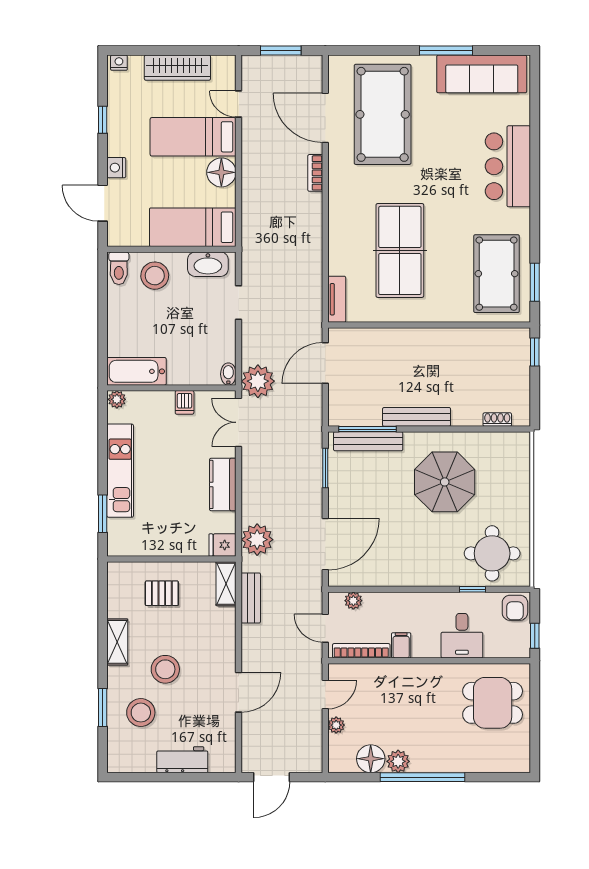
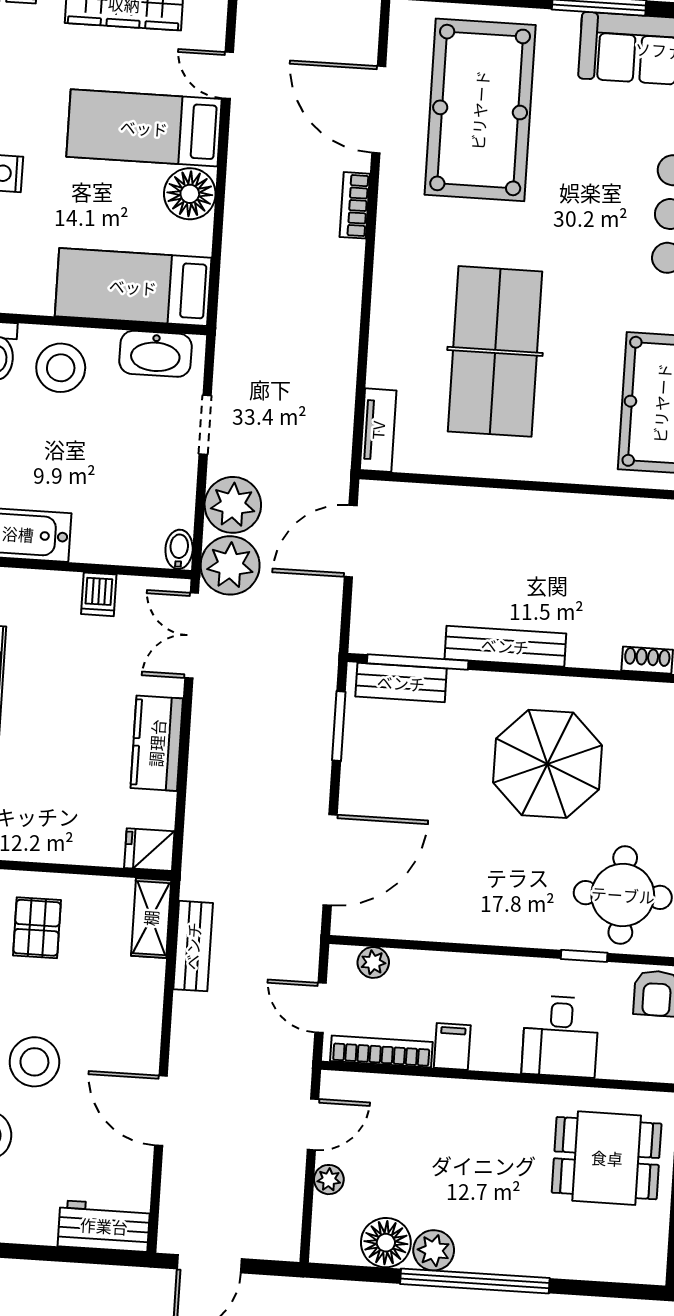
bench: (368, 441) -> (401, 683), width x0.73
plant: (257, 540) -> (233, 505), moved
pallet: (162, 593) -> (37, 928), turned 90
door: (239, 692) -> (161, 1111), swing flipped
workbench: (182, 760) -> (104, 1226), moved

